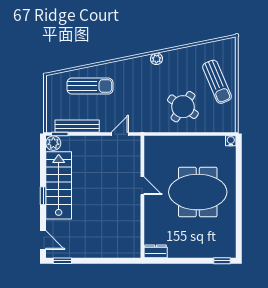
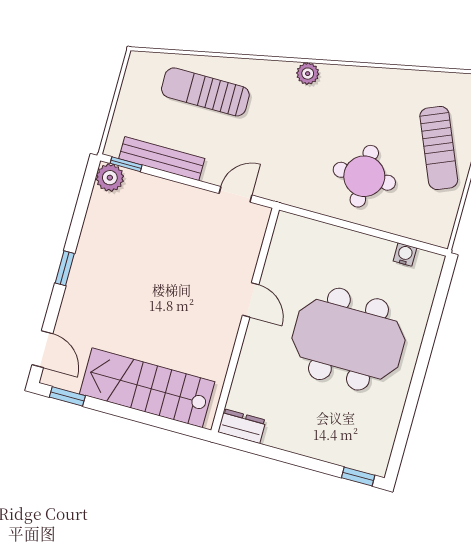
plant: (156, 59) -> (308, 74), moved
sun lounger: (90, 86) -> (205, 92), turned 180
round table: (183, 107) -> (364, 176), turned -34
water cooler: (231, 141) -> (405, 254), moved
stairs: (59, 185) -> (147, 388), moved, turned -90

